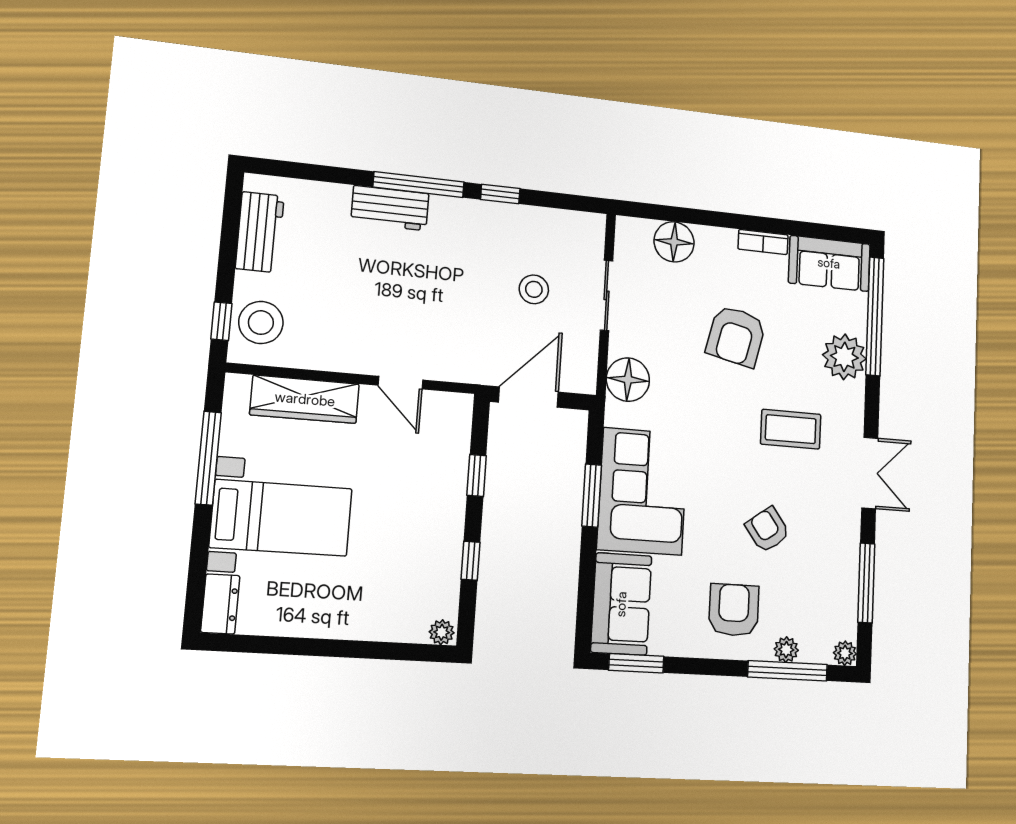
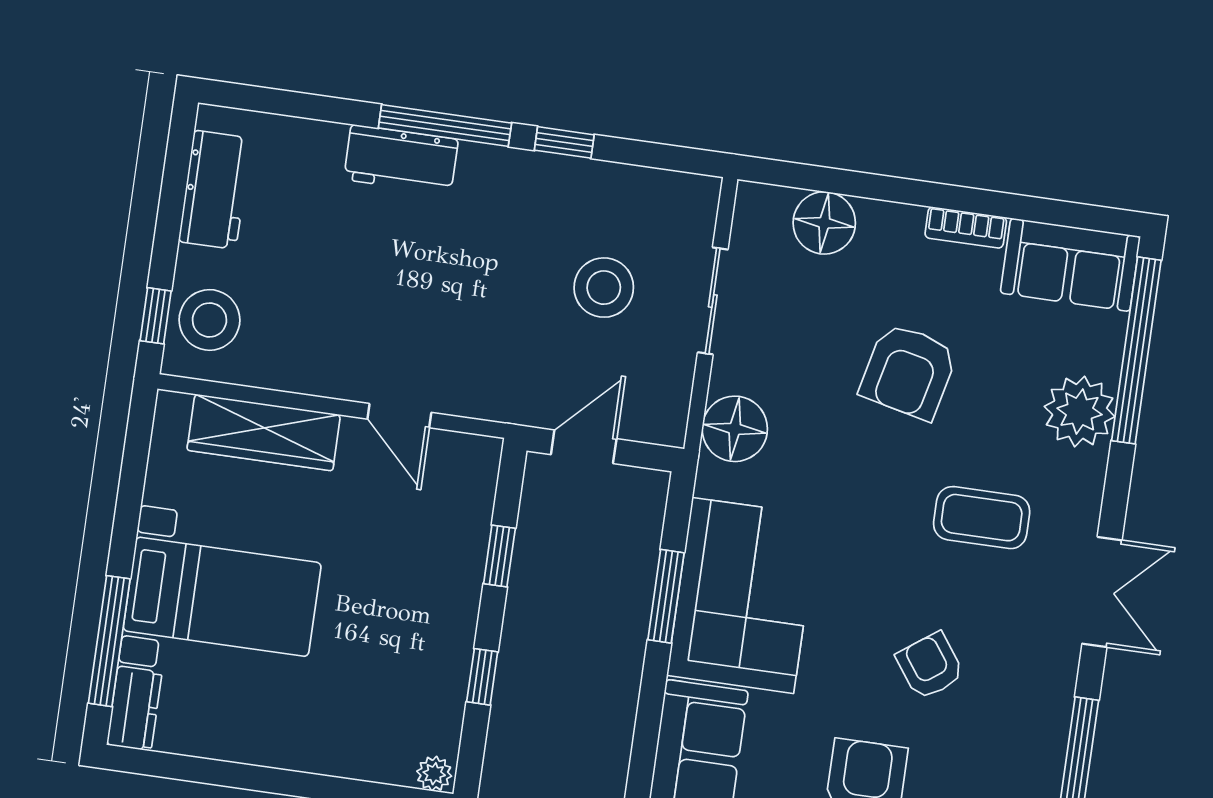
stool: (534, 289) -> (604, 288), width x1.38, depth x1.38
door: (529, 397) -> (584, 447), width x0.73
window: (208, 458) -> (109, 641), moved

